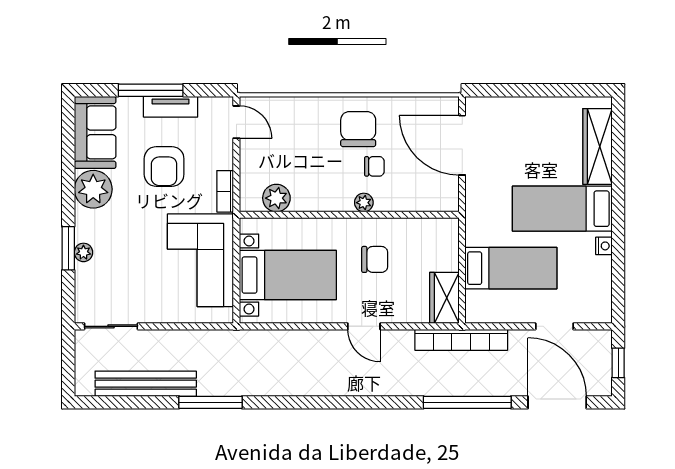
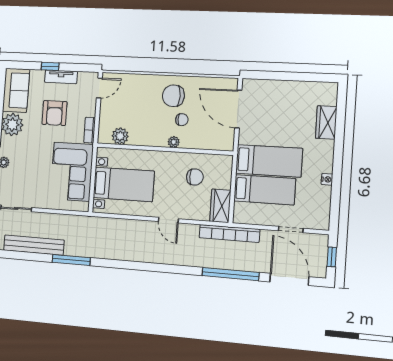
window: (151, 90) -> (50, 66), width x0.46
door: (236, 122) -> (99, 88), hinge flipped
chair: (358, 129) -> (173, 96), turned -90
wardrobe: (597, 146) -> (326, 122), width x0.67
bed: (562, 209) -> (269, 161), moved, turned 180
chair: (375, 259) -> (195, 177), moved

